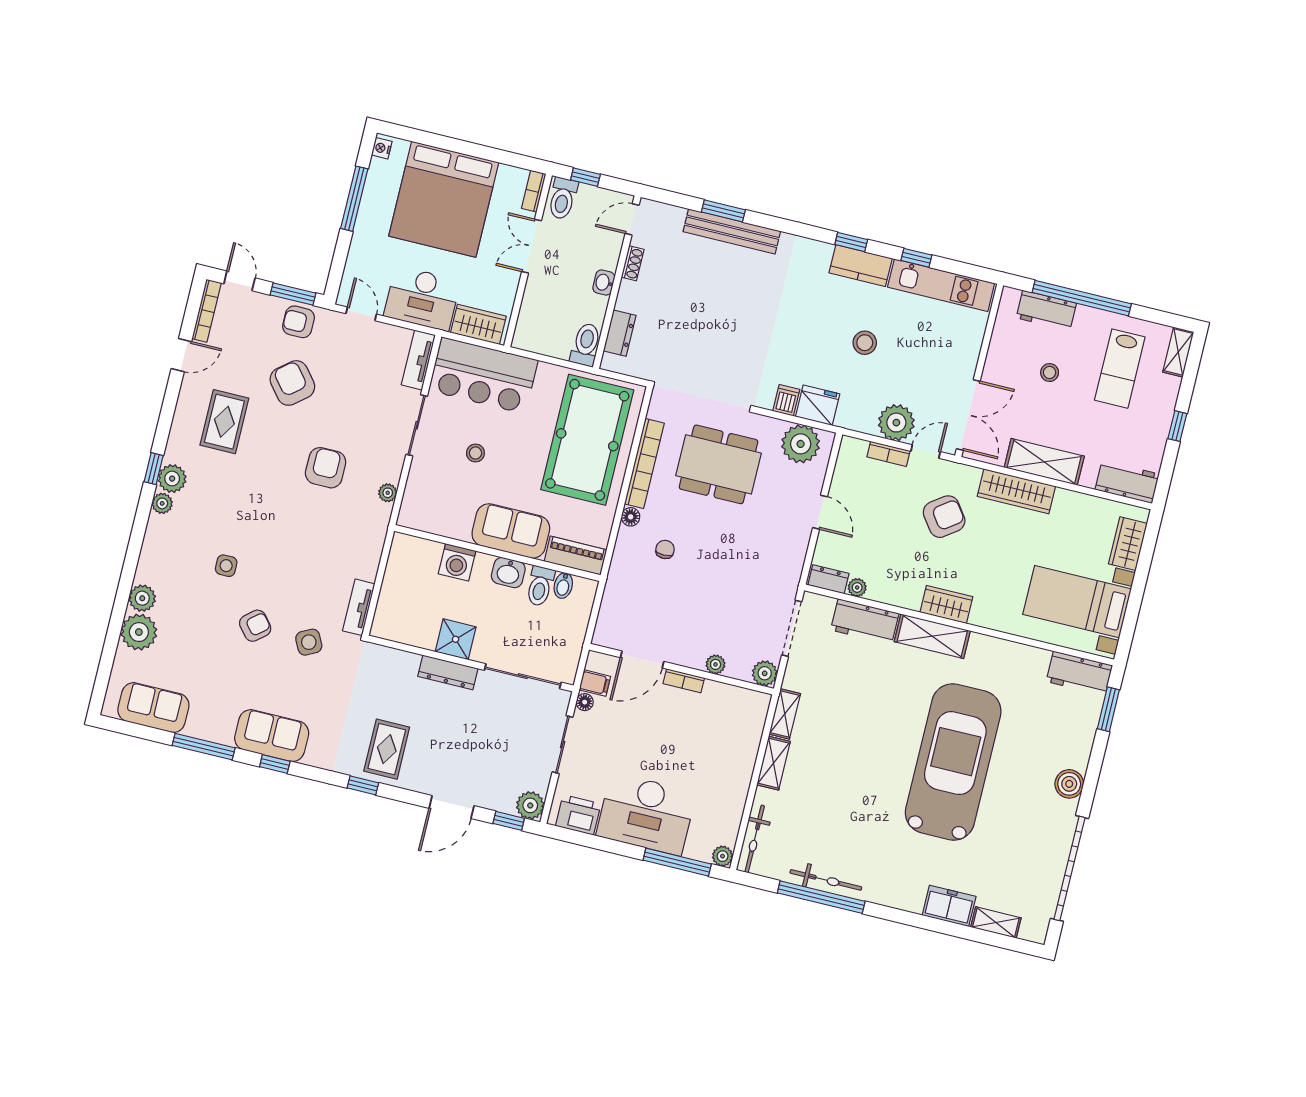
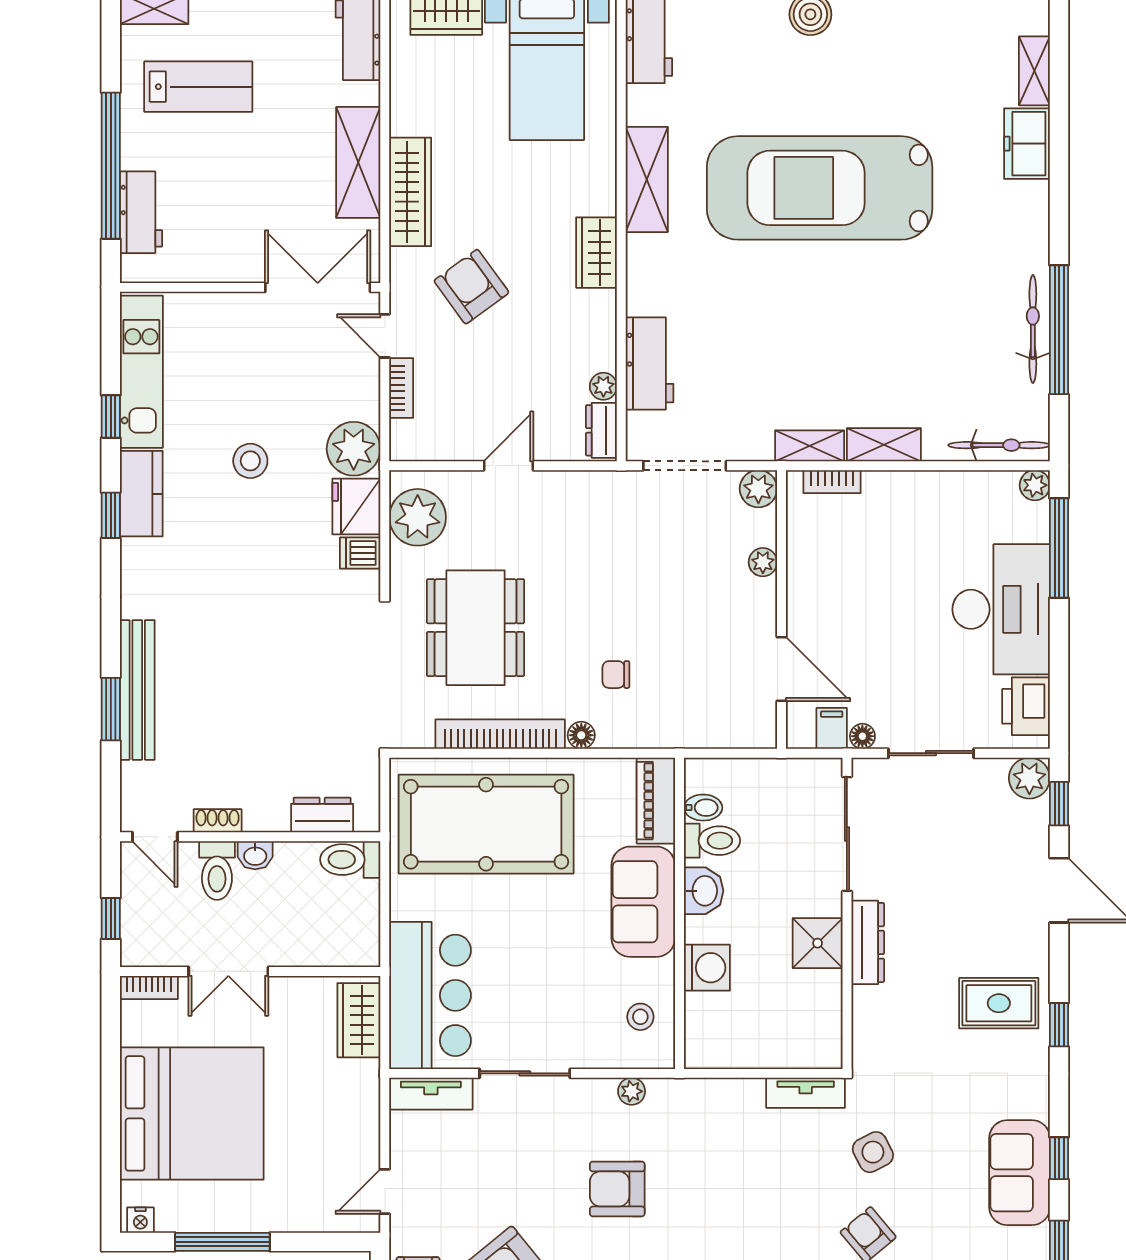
toilet: (563, 198) -> (217, 871), moved, turned 90
desk: (422, 298) -> (341, 1110), removed
stool: (1050, 373) -> (229, 186), removed
plant: (896, 423) -> (354, 449), moved
stool: (475, 453) -> (640, 1017), moved
shelving: (932, 636) -> (647, 180), moved
bookcase: (684, 681) -> (832, 482), moved, turned 90

